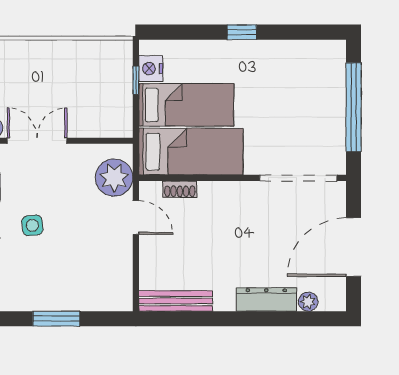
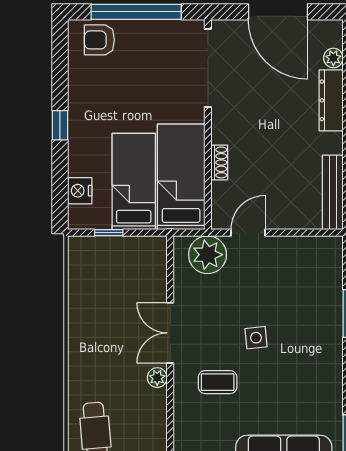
nightstand: (151, 69) -> (80, 191), moved, turned 90
armchair: (326, 71) -> (99, 40), added
shoe rack: (180, 189) -> (219, 162), moved

